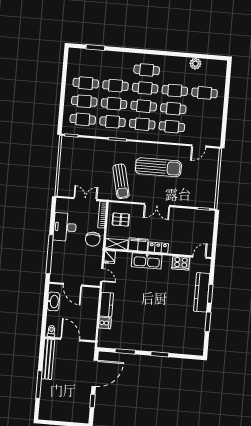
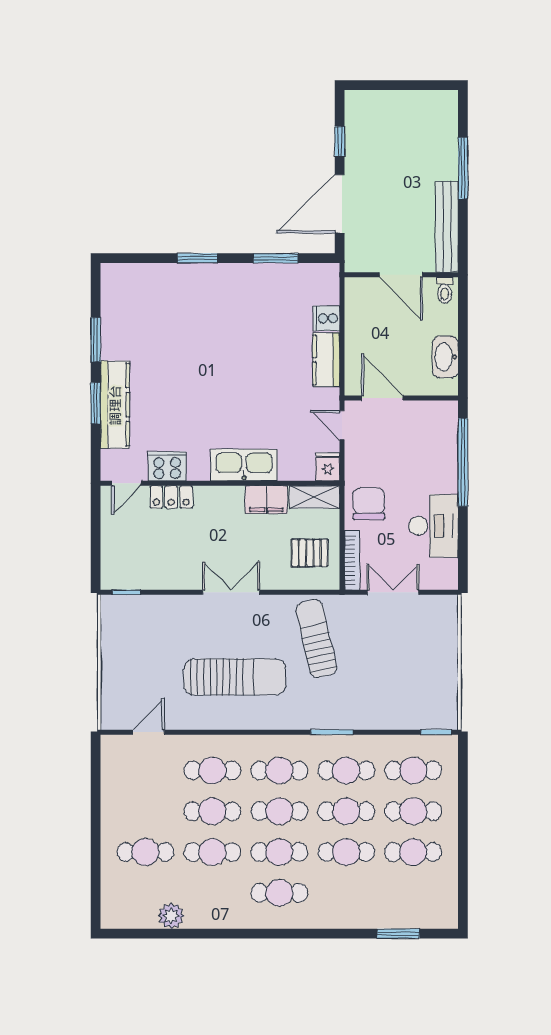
sun lounger: (158, 167) -> (235, 677), turned 180
double door: (85, 199) -> (393, 592), swing flipped
locker: (158, 248) -> (171, 497), moved
door: (72, 285) -> (382, 398), moved

